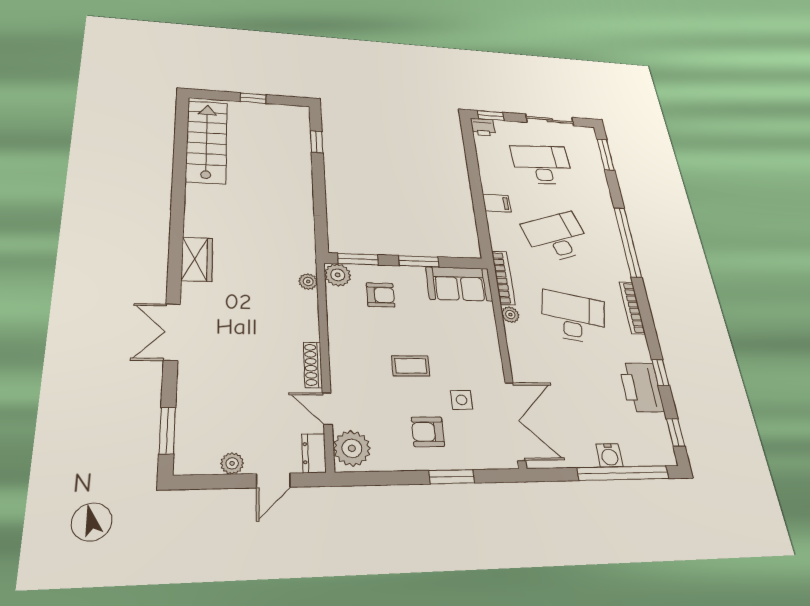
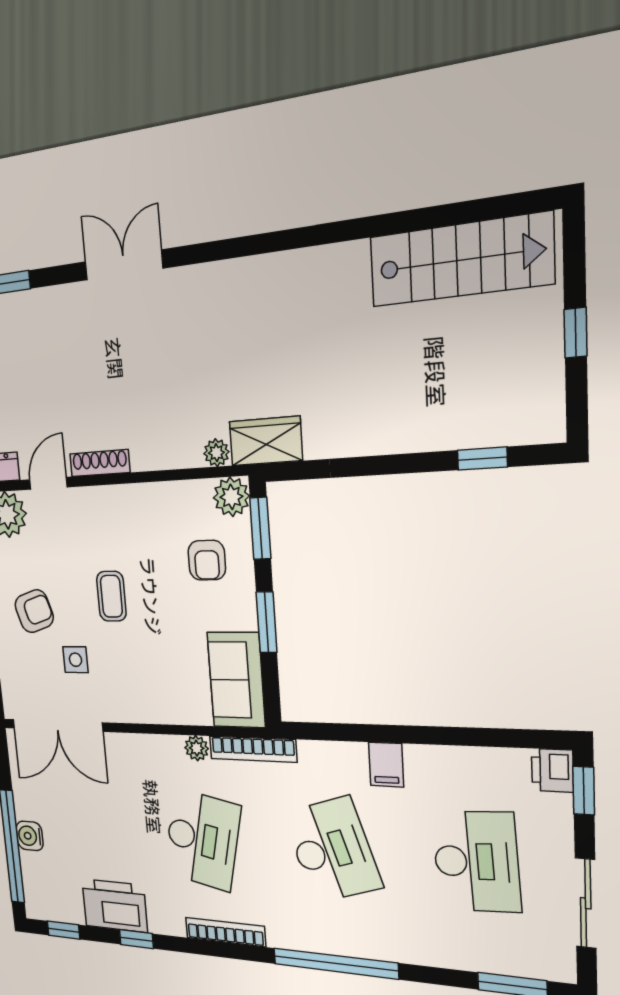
wardrobe: (197, 259) -> (266, 441), moved, turned 180
armchair: (428, 432) -> (34, 611), turned 72

